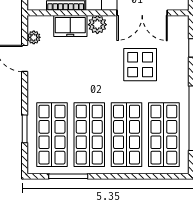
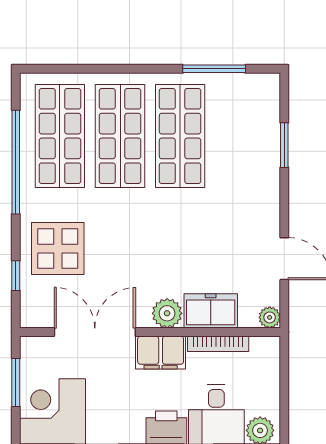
plant: (34, 37) -> (270, 317), moved
display table: (140, 65) -> (58, 249), moved
shop shelf: (52, 135) -> (240, 136), removed

